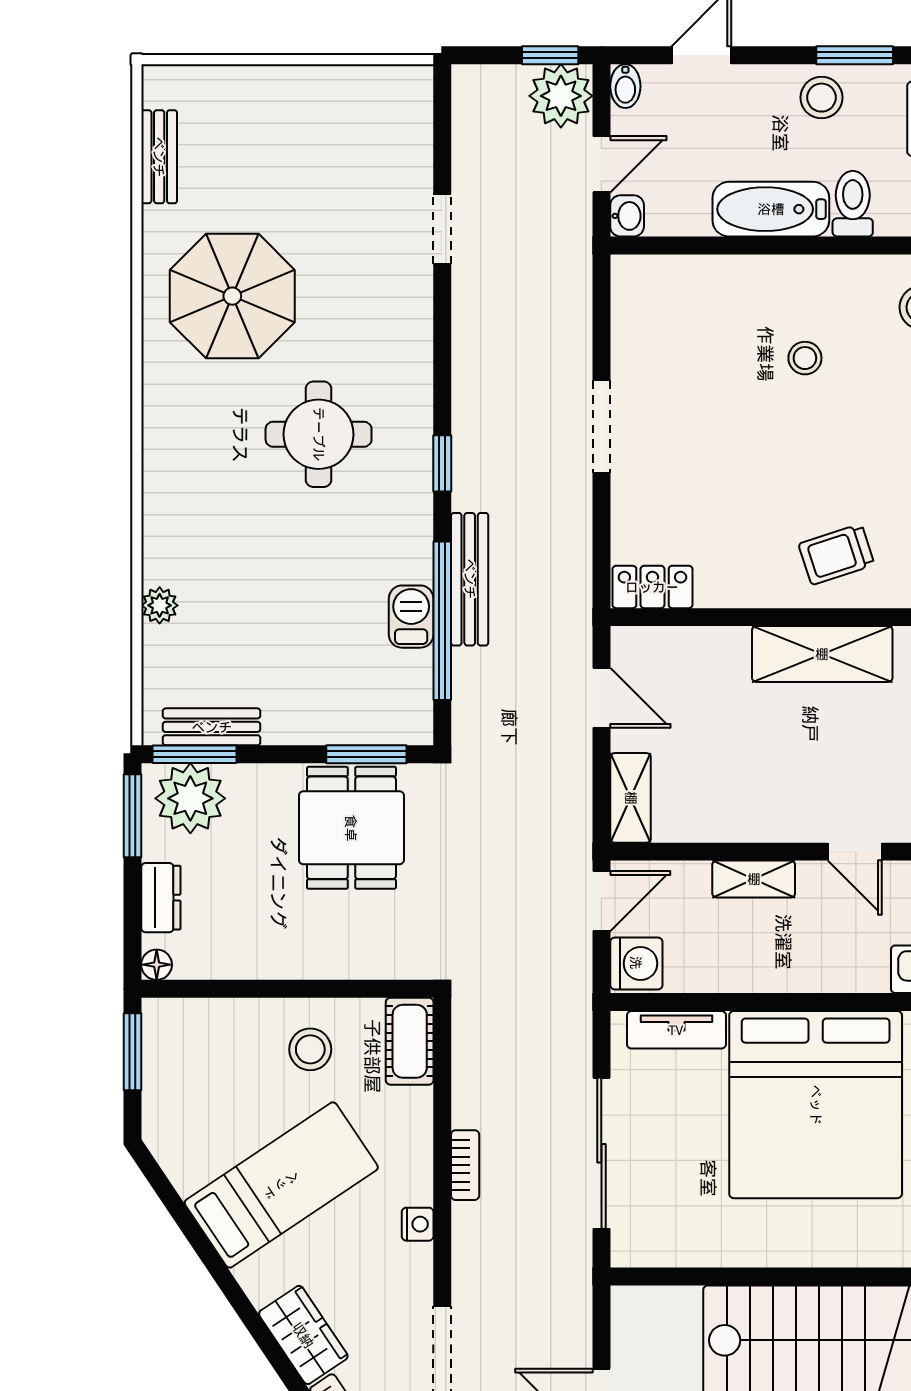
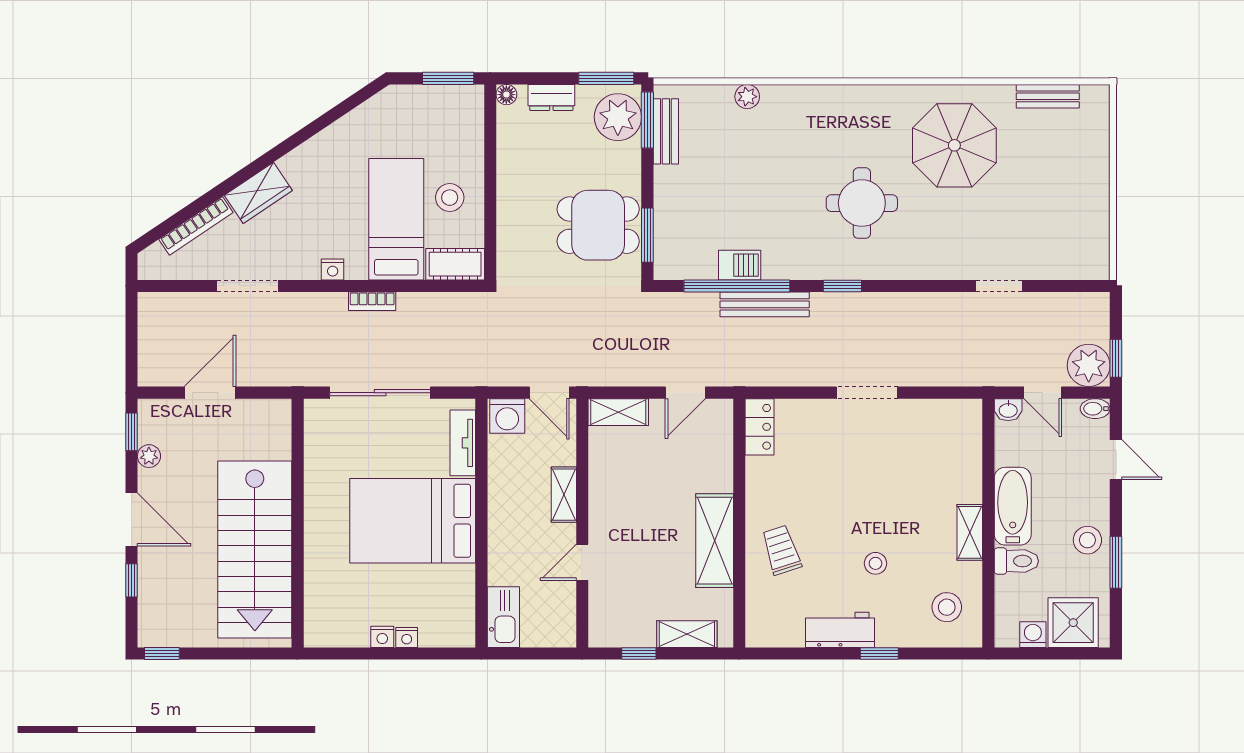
shelving: (810, 273) -> (970, 532), added
stool: (805, 358) -> (875, 563), moved
bed: (816, 1105) -> (413, 521), width x0.73
bed: (281, 1185) -> (396, 219), moved, turned -146

